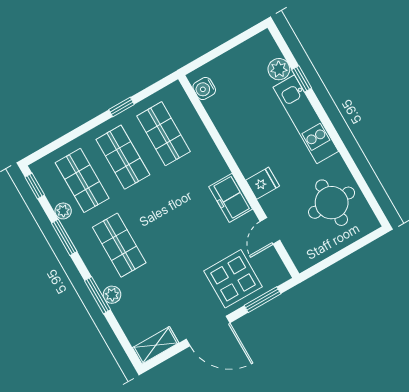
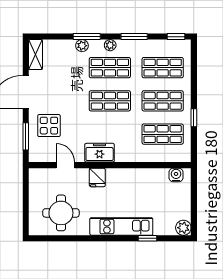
plant: (279, 69) -> (183, 228), moved
plant: (63, 211) -> (110, 45), moved
shop shelf: (160, 222) -> (110, 101), added
display table: (233, 279) -> (49, 126), width x0.73, depth x0.73

